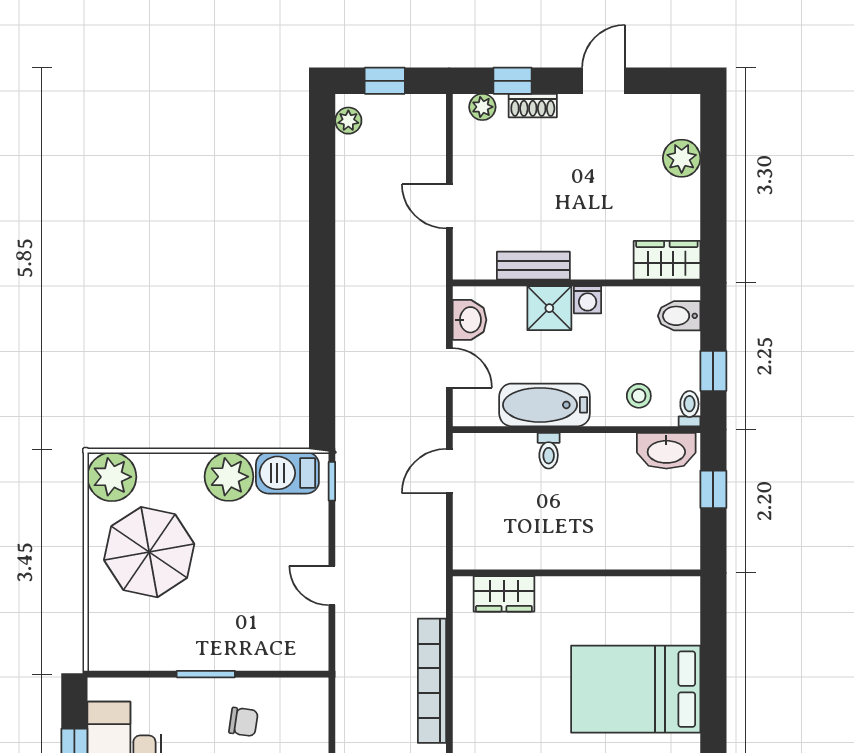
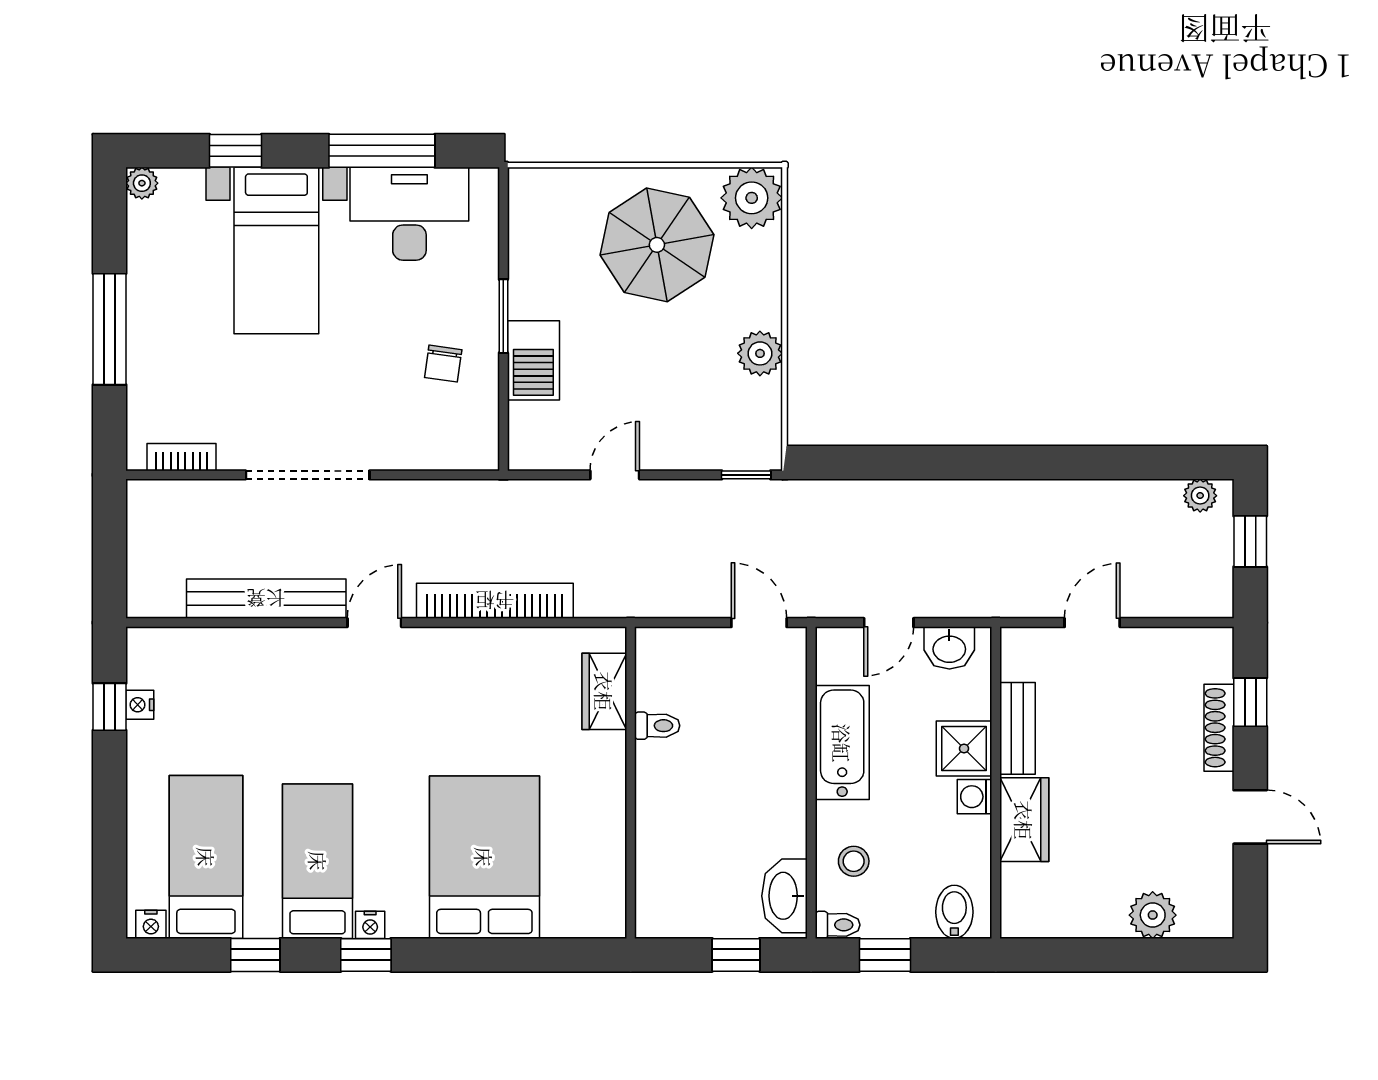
shoe rack: (533, 106) -> (1219, 728), width x1.43
plant: (482, 107) -> (1217, 664), removed
wardrobe: (667, 260) -> (1024, 820), moved
toilet: (549, 451) -> (657, 726), moved, turned 180
barbecue: (287, 473) -> (533, 360), moved, turned 180
plant: (229, 477) -> (760, 353), width x0.73, depth x0.73

